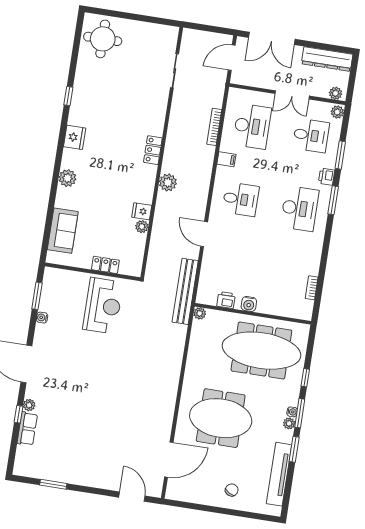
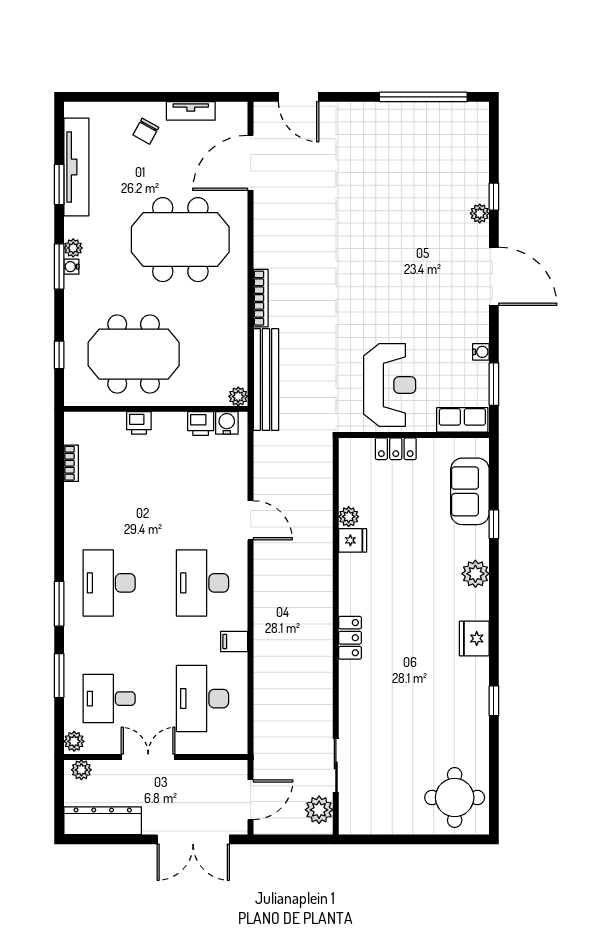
double door: (272, 38) -> (193, 839), swing flipped
bookcase: (214, 127) -> (261, 298), moved
printer: (326, 177) -> (139, 423), moved, turned 90
plant: (168, 182) -> (319, 810), moved
desk: (241, 199) -> (203, 583), width x1.37
window: (51, 207) -> (494, 524), added
bench: (185, 291) -> (266, 380), moved
water cooler: (249, 304) -> (227, 423), moved
reception desk: (103, 306) -> (390, 385), turned 180
meeting table: (261, 351) -> (134, 354), width x0.73
window: (305, 378) -> (59, 355), moved
row of seats: (27, 429) -> (462, 420), moved, turned 90
window: (294, 449) -> (59, 185), moved
window: (53, 484) -> (423, 97), width x2.11
tv unit: (201, 498) -> (191, 111), added

